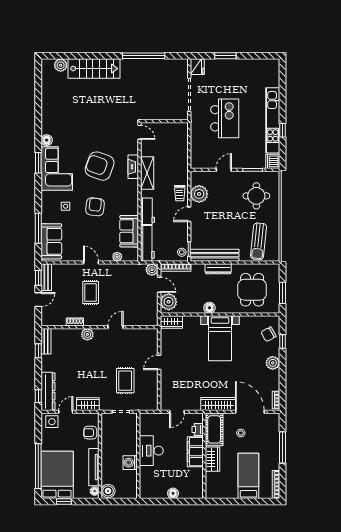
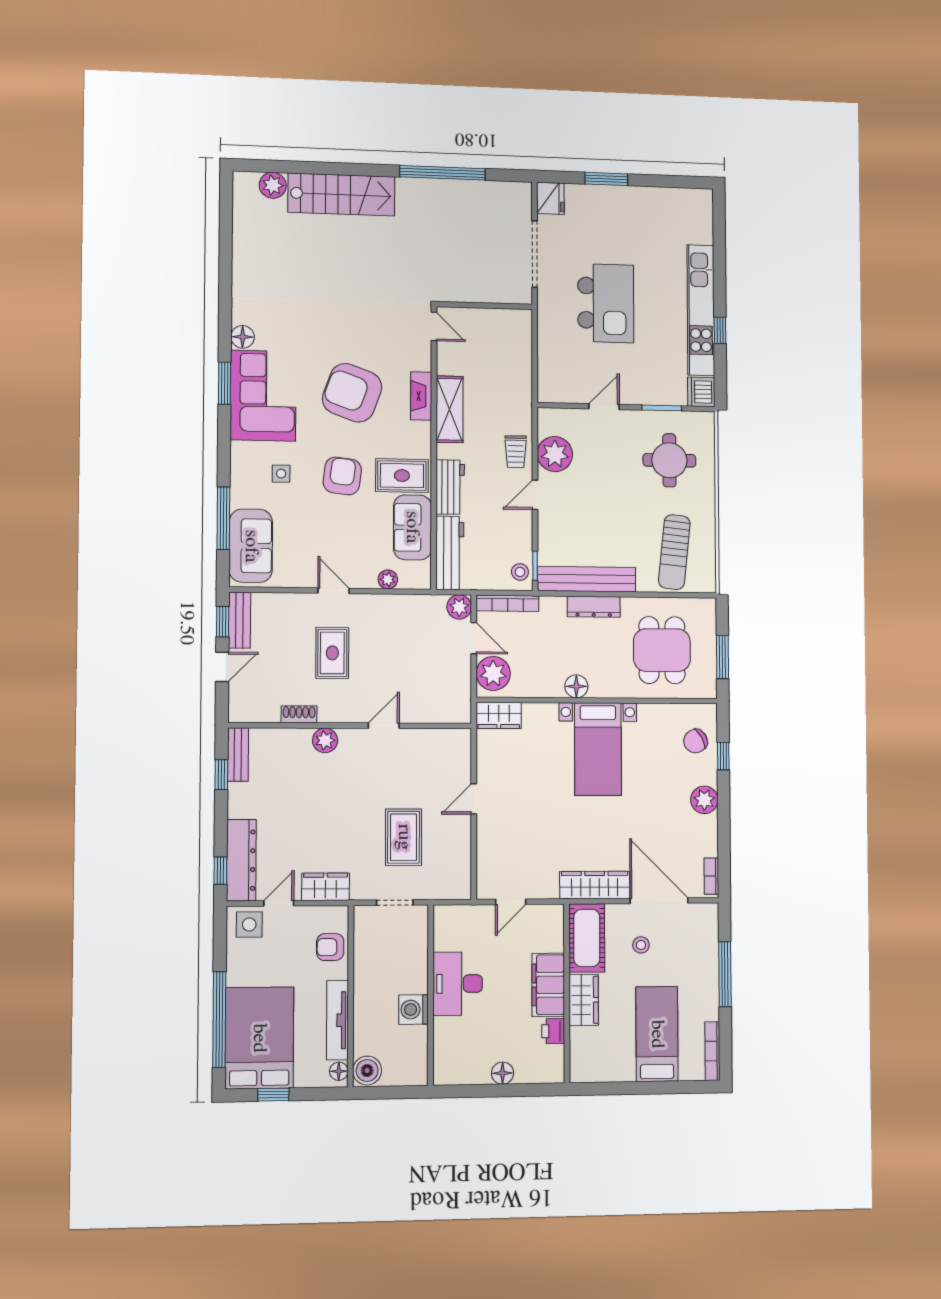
rug: (124, 206) -> (402, 476), added
printer: (198, 430) -> (553, 1031), moved

